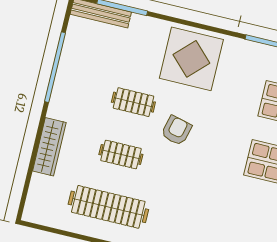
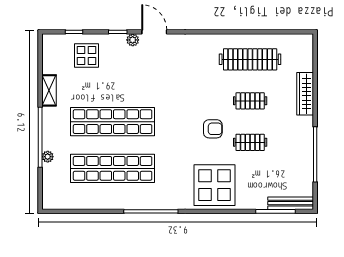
armchair: (176, 130) -> (213, 129), turned -104

